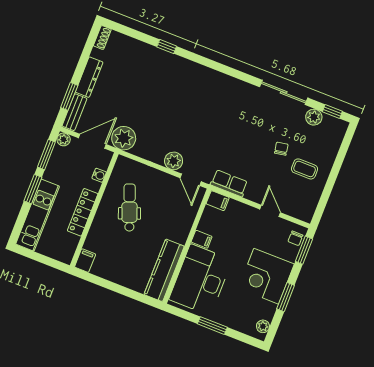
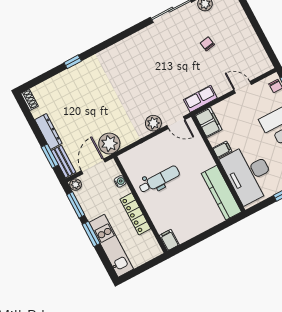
coffee table: (305, 169) -> (234, 40), removed
filing cabinet: (218, 201) -> (209, 122), width x2.00
dental chair: (130, 207) -> (159, 180), turned 111

